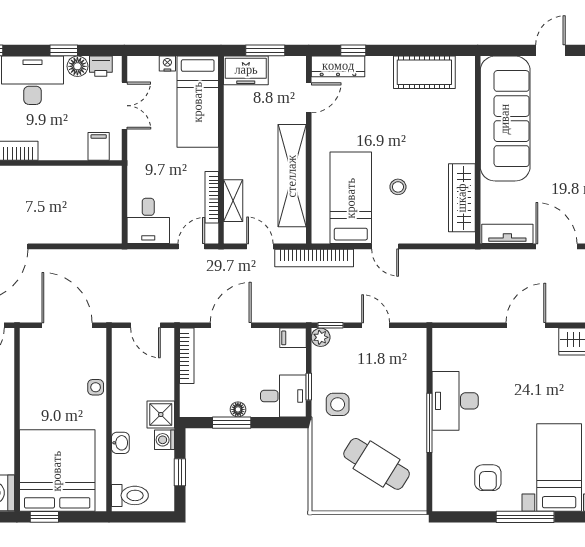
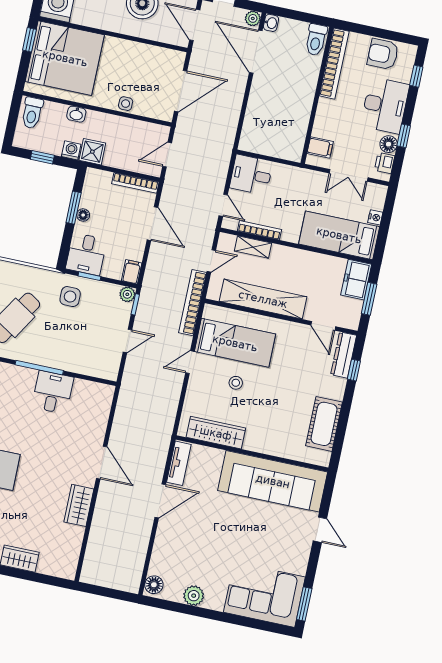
desk: (455, 401) -> (53, 392), width x0.73

